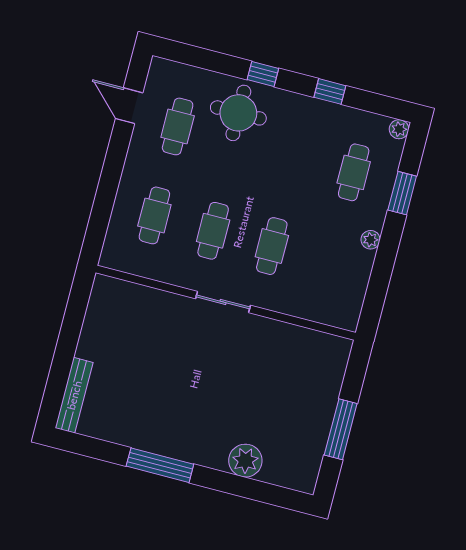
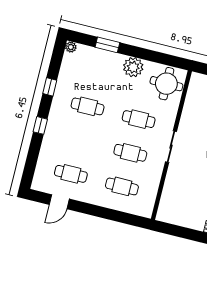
round table: (238, 113) -> (166, 84), moved
cafe table: (354, 172) -> (88, 106), moved
plant: (371, 240) -> (133, 67), width x1.88, depth x1.88

